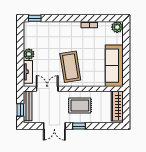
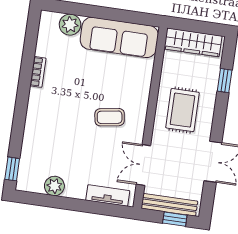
plant: (117, 27) -> (70, 25), moved
plant: (29, 54) -> (54, 186), moved
coffee table: (70, 67) -> (110, 117), width x0.54, depth x0.58
window: (79, 126) -> (225, 81), moved

